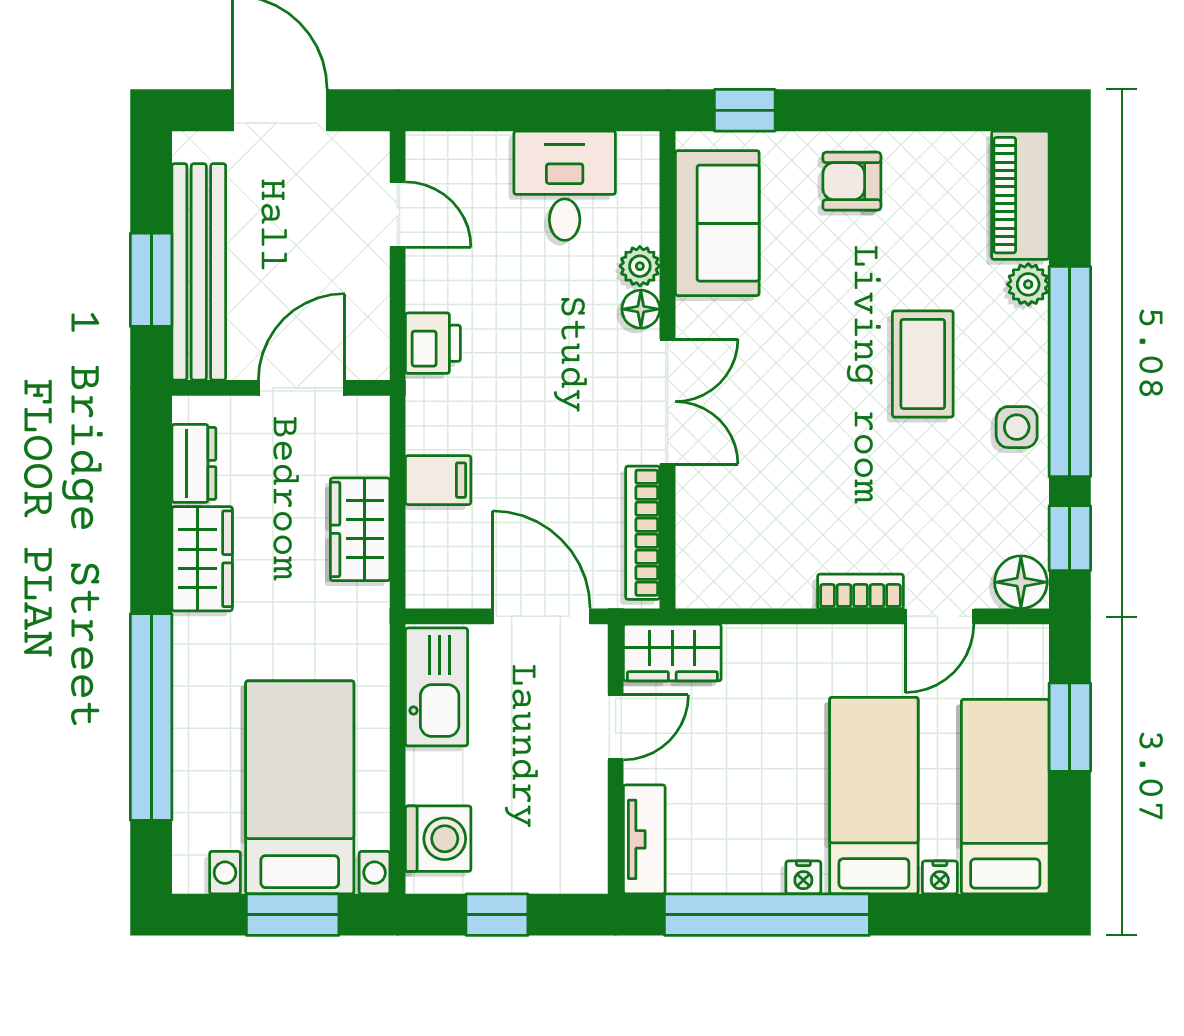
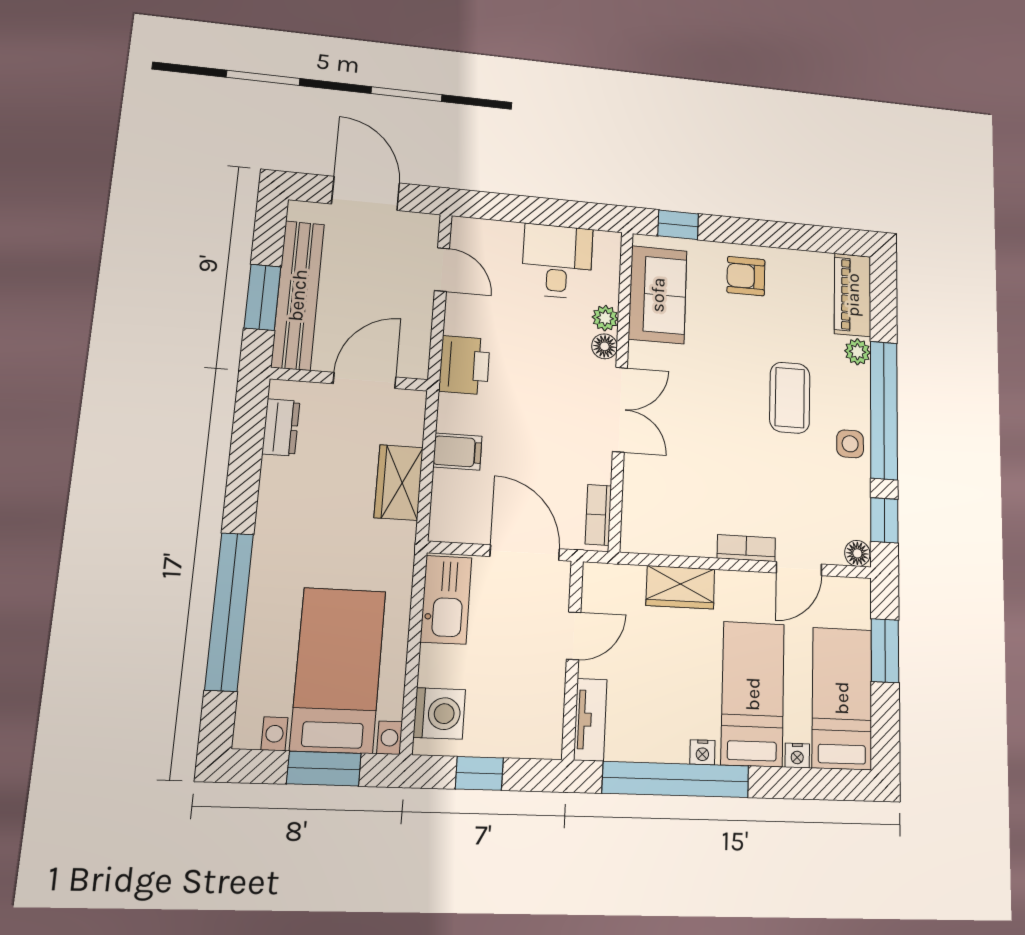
printer: (433, 343) -> (464, 365), width x1.36, depth x1.24
bookcase: (643, 533) -> (598, 515), width x0.64
wardrobe: (202, 559) -> (280, 496), removed
floor lamp: (1021, 582) -> (857, 553), width x0.73, depth x0.73
wardrobe: (672, 652) -> (680, 587), moved

